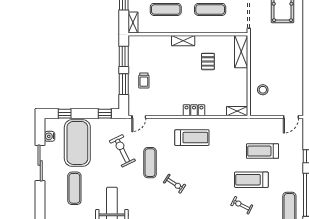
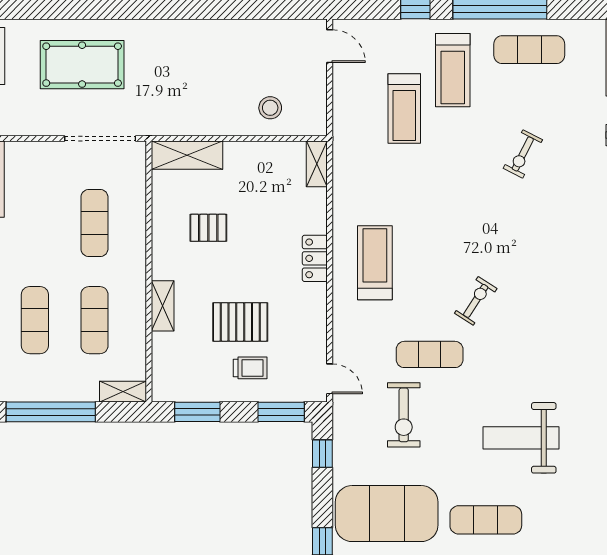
shelving: (183, 41) -> (163, 306), moved
pallet: (165, 76) -> (240, 322), added
window: (124, 84) -> (281, 412), moved
exercise bike: (122, 151) -> (404, 415), turned -64
treadmill: (251, 180) -> (453, 70), moved

